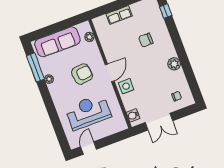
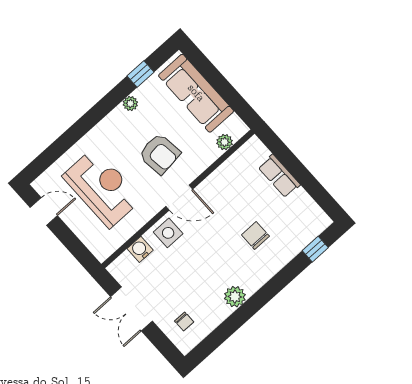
window: (35, 67) -> (140, 74), width x0.46
water cooler: (133, 115) -> (140, 249), moved

